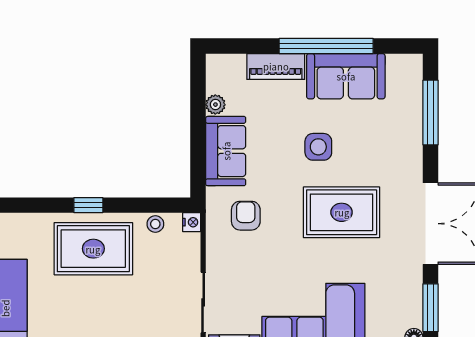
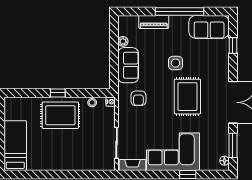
sofa: (346, 76) -> (209, 27), moved
window: (430, 113) -> (233, 46), width x0.46
rug: (342, 212) -> (187, 97), turned 90
armchair: (246, 216) -> (138, 98), turned 180

